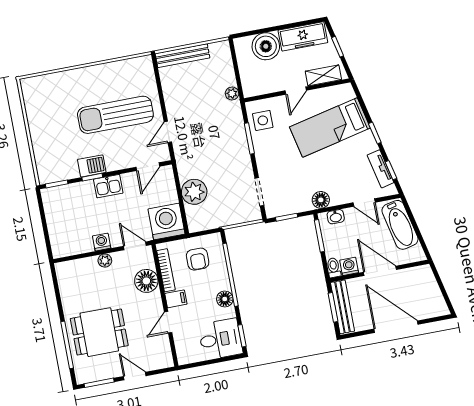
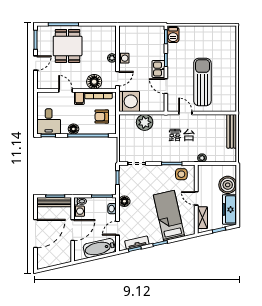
barbecue: (92, 166) -> (173, 35), moved
door: (148, 167) -> (166, 86), moved

